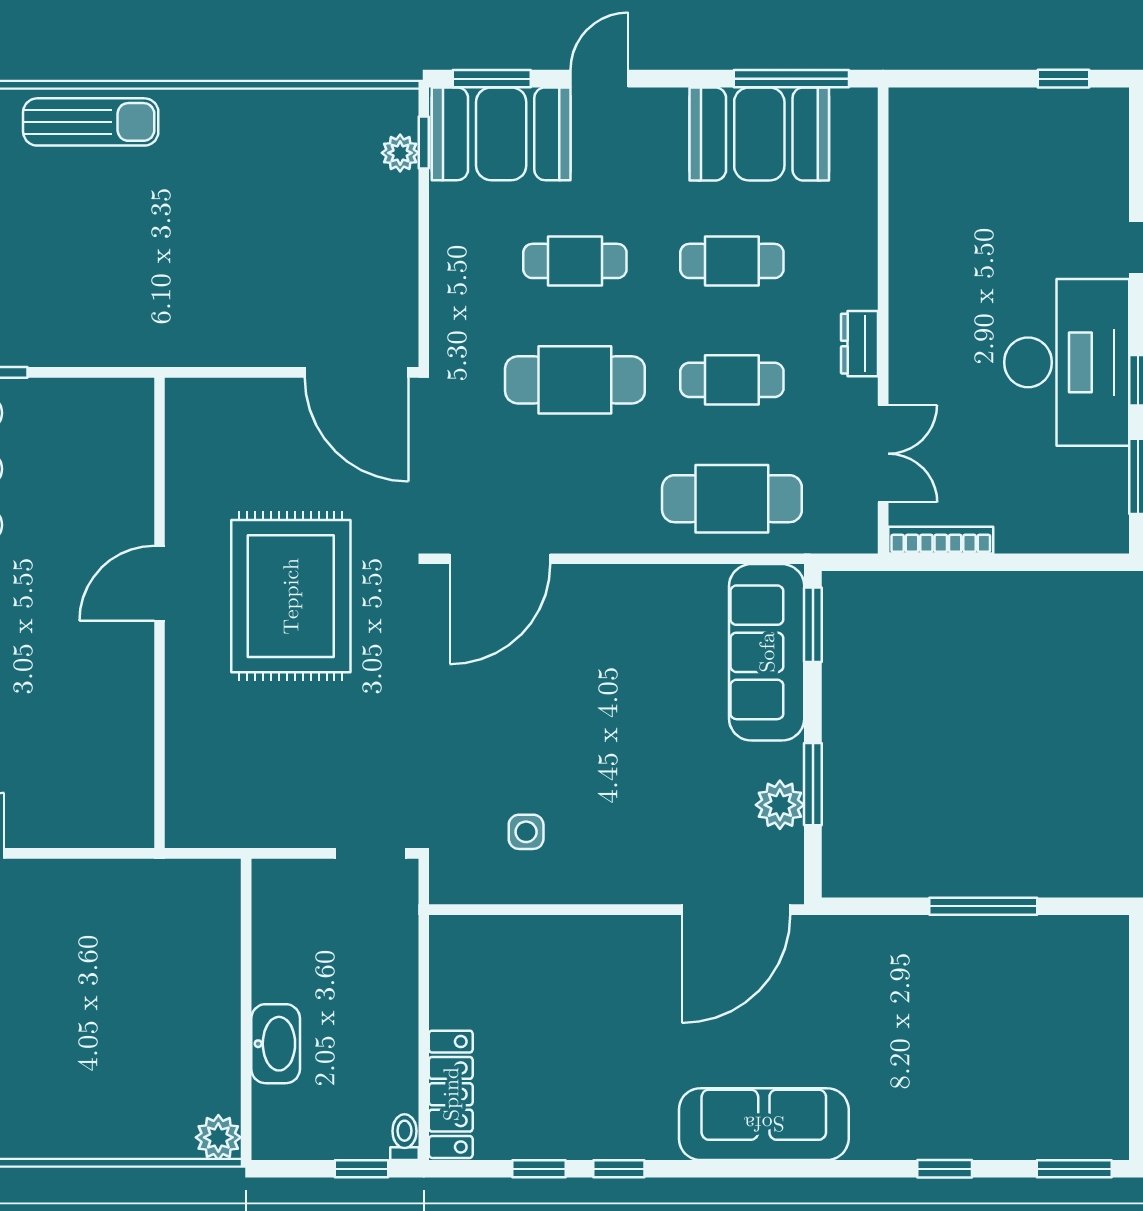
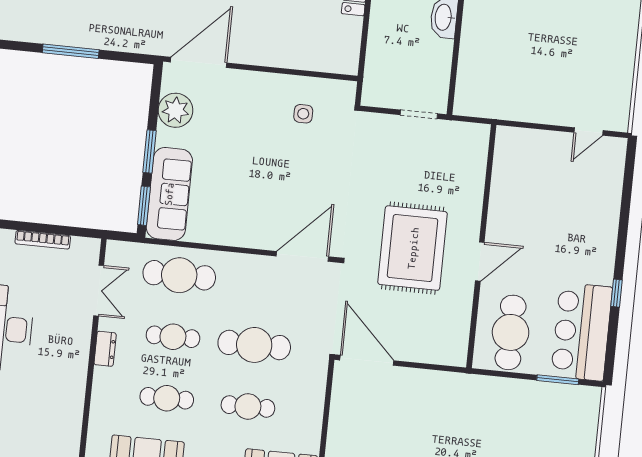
cafe table: (87, 454) -> (511, 332), added
double door: (883, 454) -> (99, 291), swing flipped
bookcase: (941, 540) -> (43, 240), moved
window: (813, 784) -> (149, 152), moved
plant: (780, 805) -> (176, 110), width x1.36, depth x1.36
doorway: (371, 853) -> (419, 114), moved

